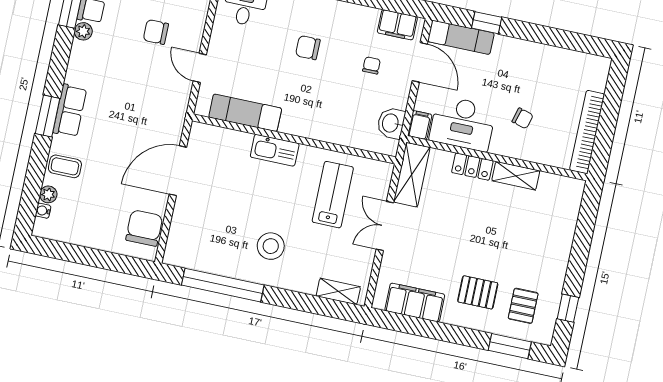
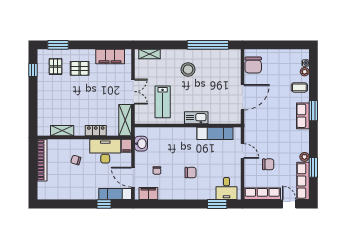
shelving: (516, 176) -> (62, 131), moved

